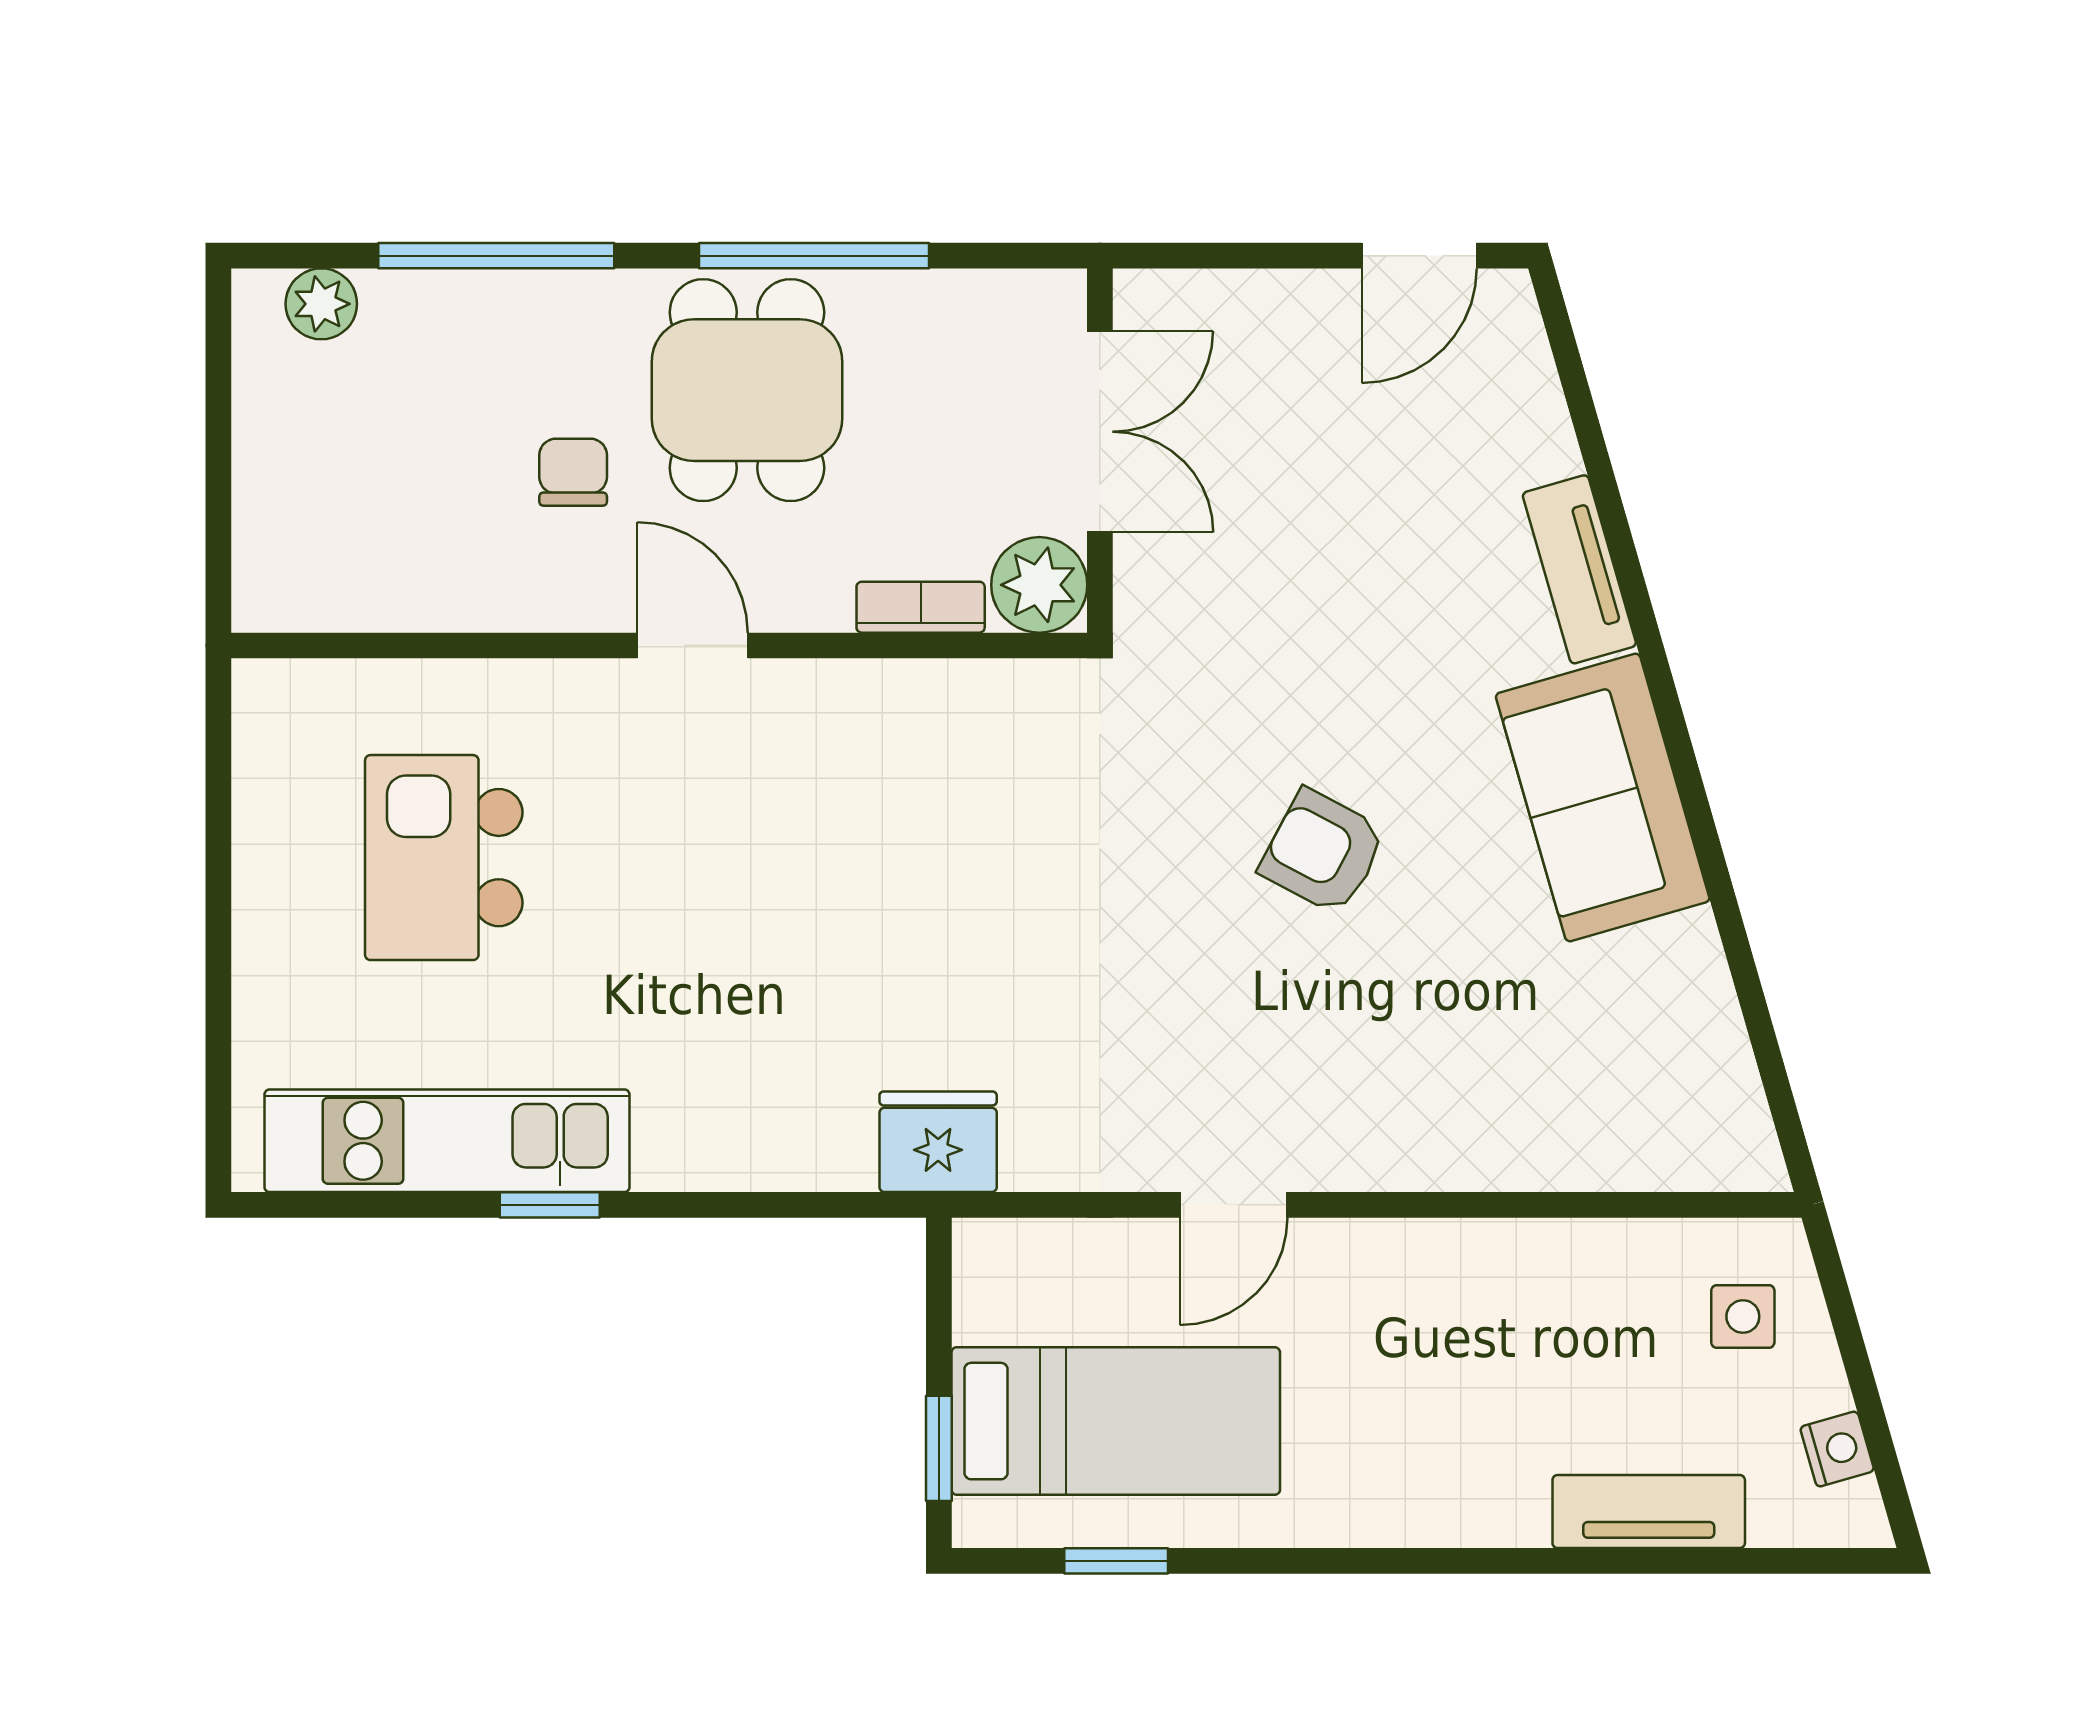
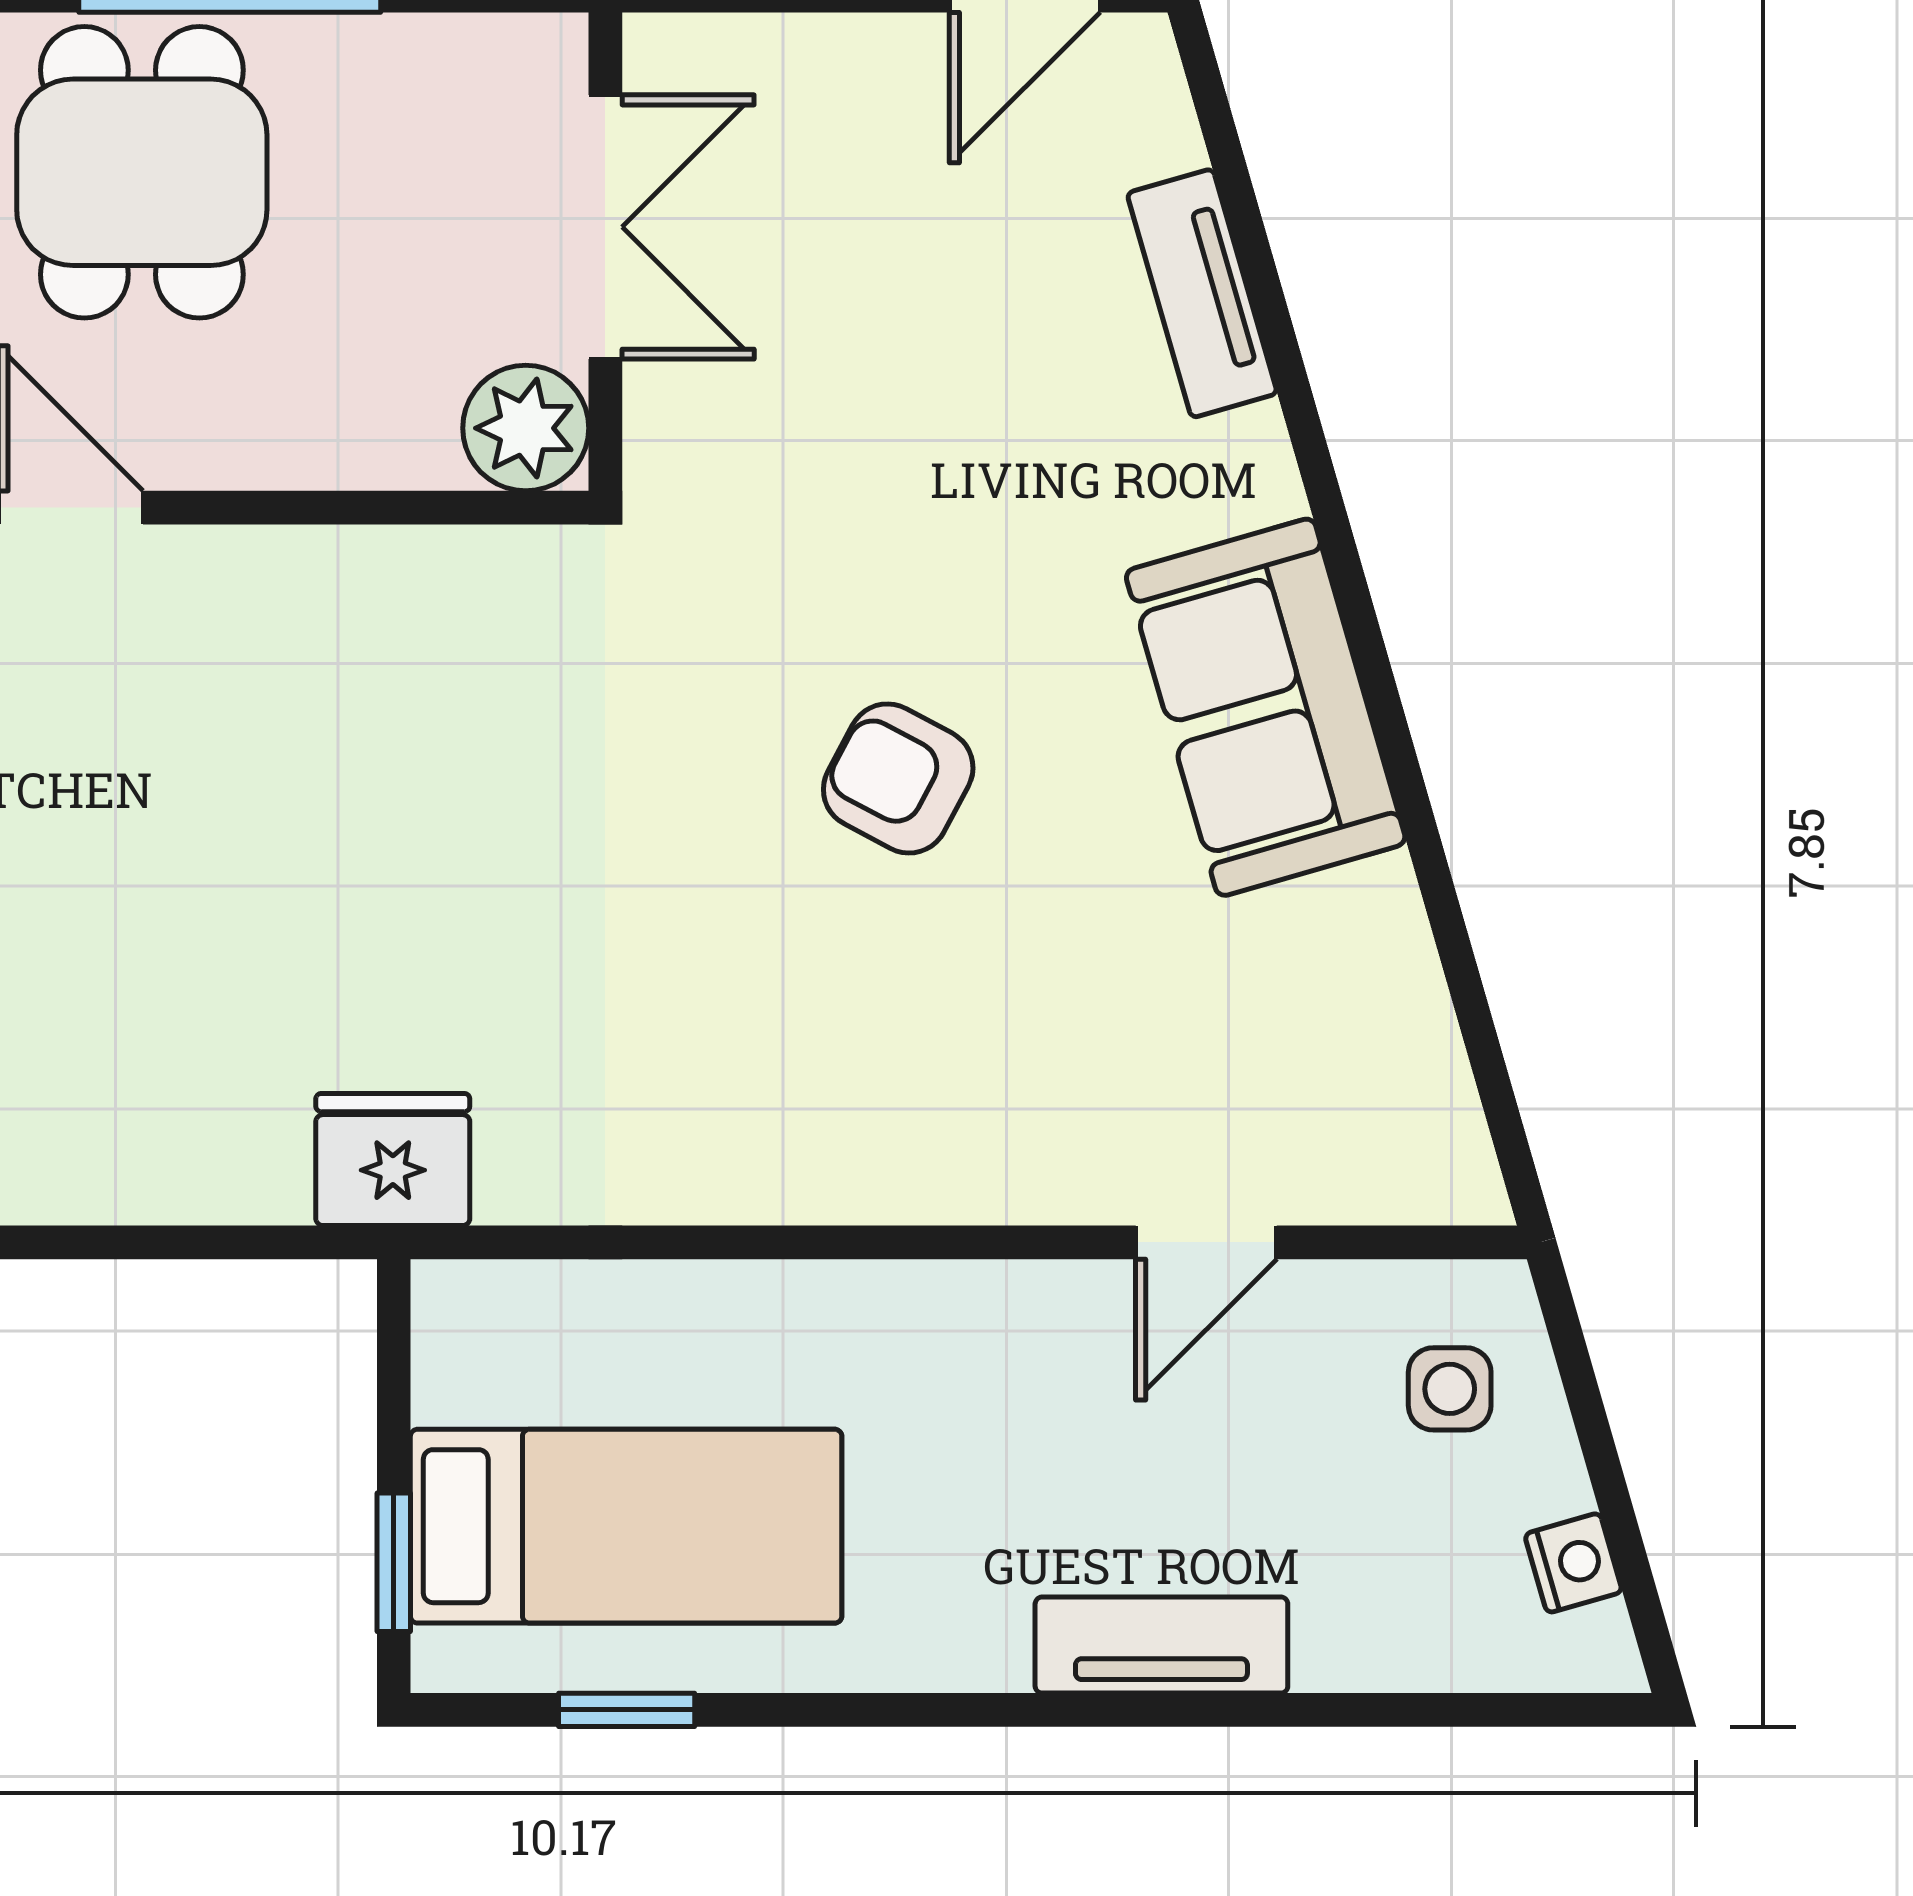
tv unit: (1579, 569) -> (1202, 293), moved
bookcase: (921, 607) -> (370, 457), removed
door: (1234, 1205) -> (1206, 1242), moved
tv unit: (1649, 1512) -> (1161, 1645), moved

